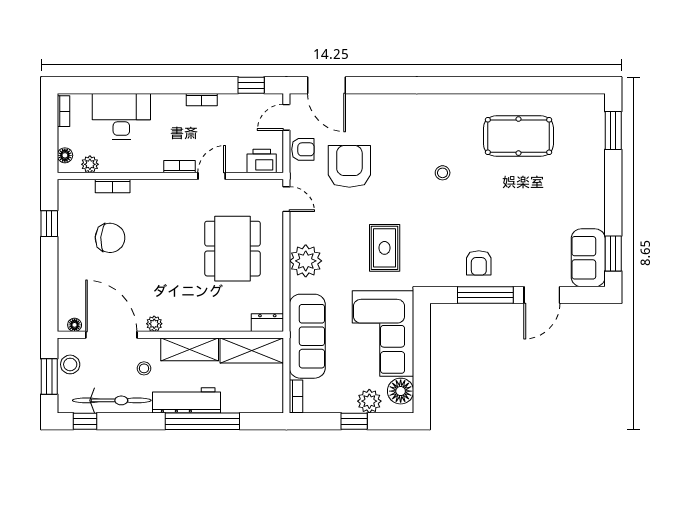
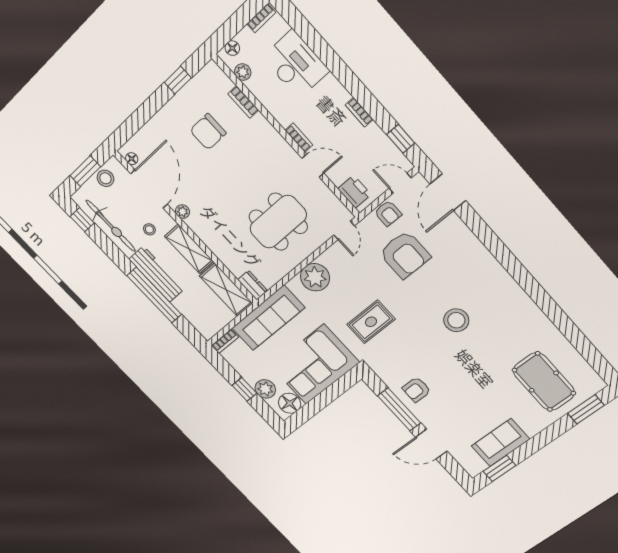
pool table: (518, 136) -> (544, 382), moved
armchair: (349, 166) -> (405, 255), turned 90
stool: (443, 173) -> (456, 320), width x1.89, depth x1.89
chair: (110, 238) -> (208, 132), turned 86
sofa: (588, 258) -> (501, 443), moved

